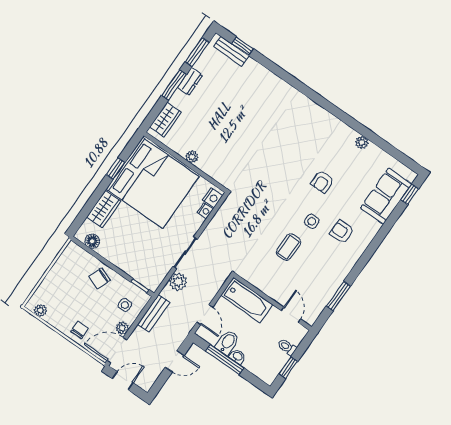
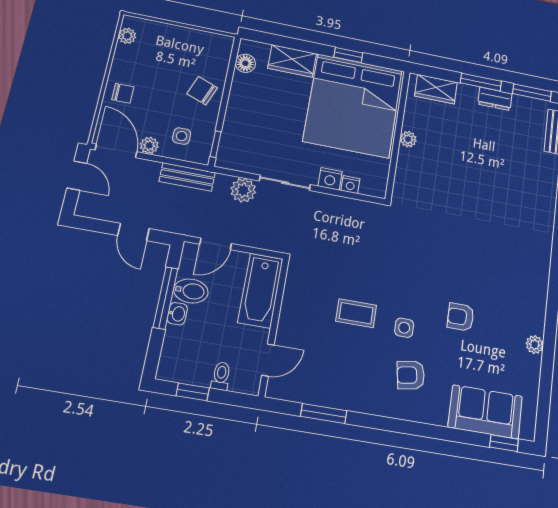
nightstand: (213, 198) -> (330, 179), moved
armchair: (342, 232) -> (411, 375), turned -100

